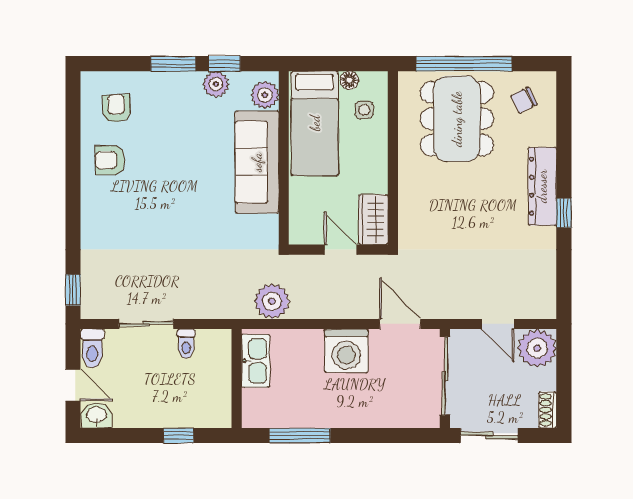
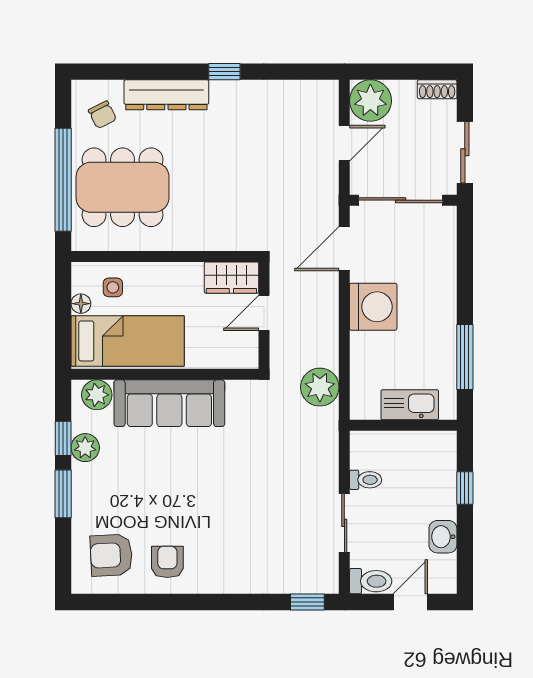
armchair: (116, 108) -> (111, 555), width x1.38, depth x1.38
armchair: (110, 160) -> (167, 562), turned 180
dresser: (542, 186) -> (166, 95), moved
kitchen sink: (256, 361) -> (410, 405), moved
washbasin: (96, 415) -> (443, 537), moved

